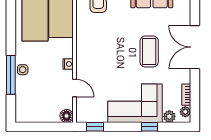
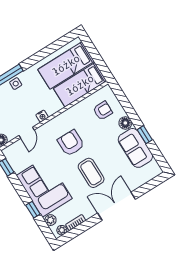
coffee table: (149, 52) -> (91, 173), turned 90
armchair: (110, 53) -> (71, 143), added

